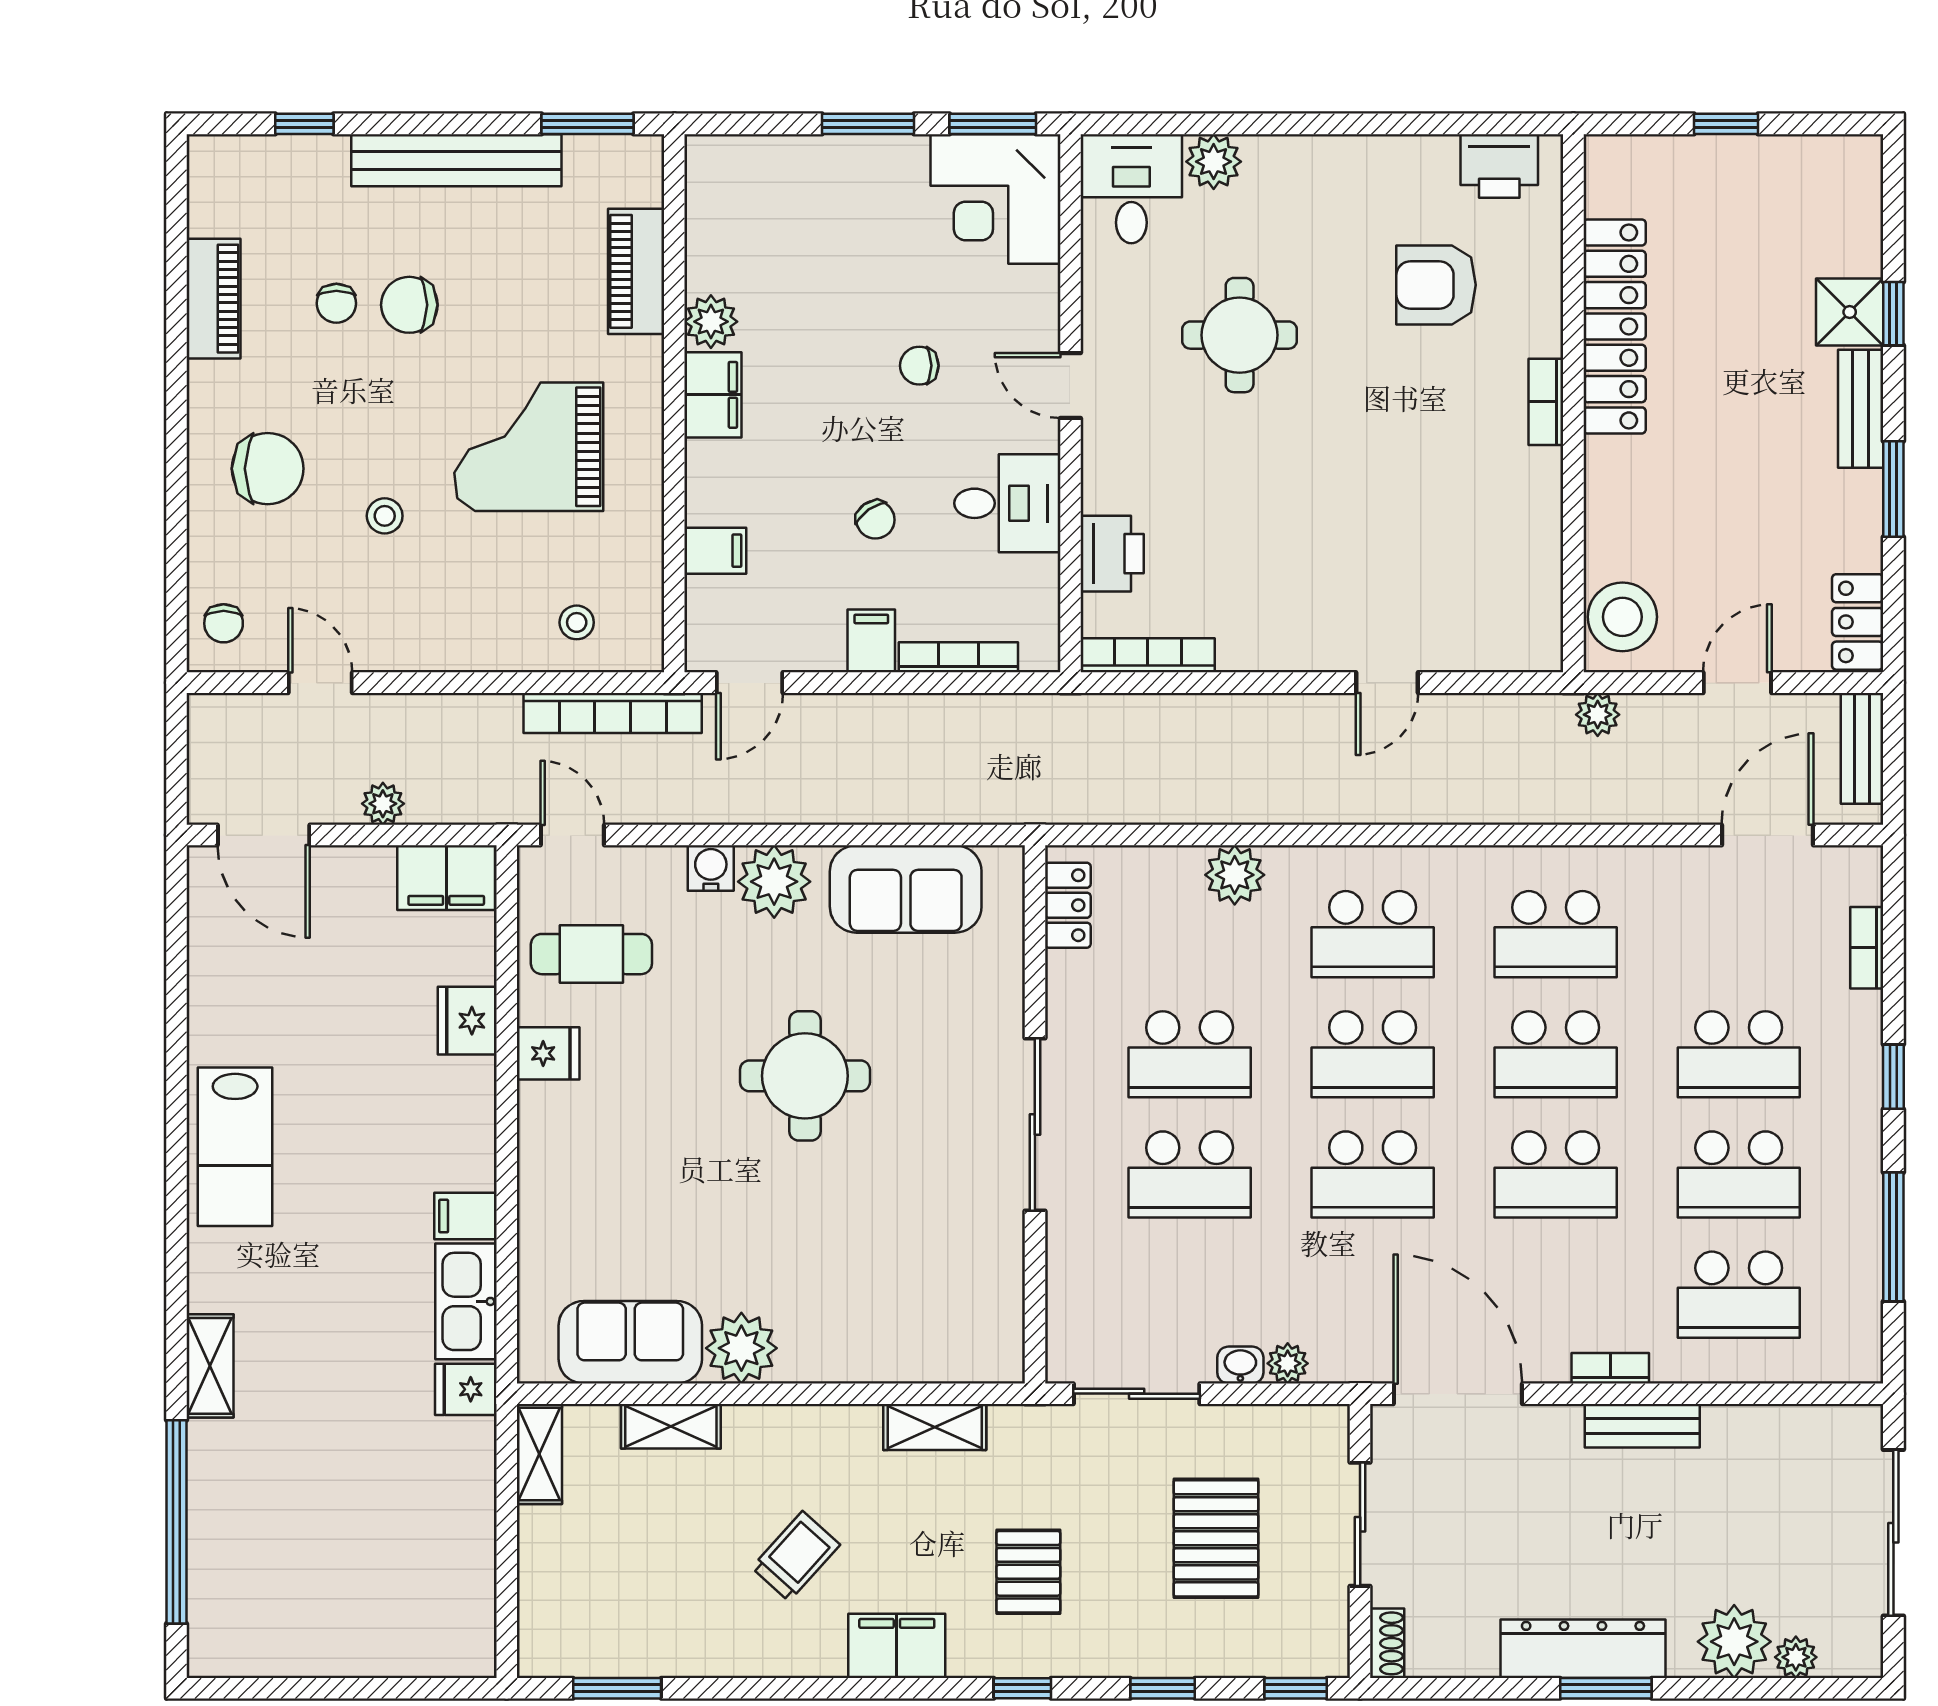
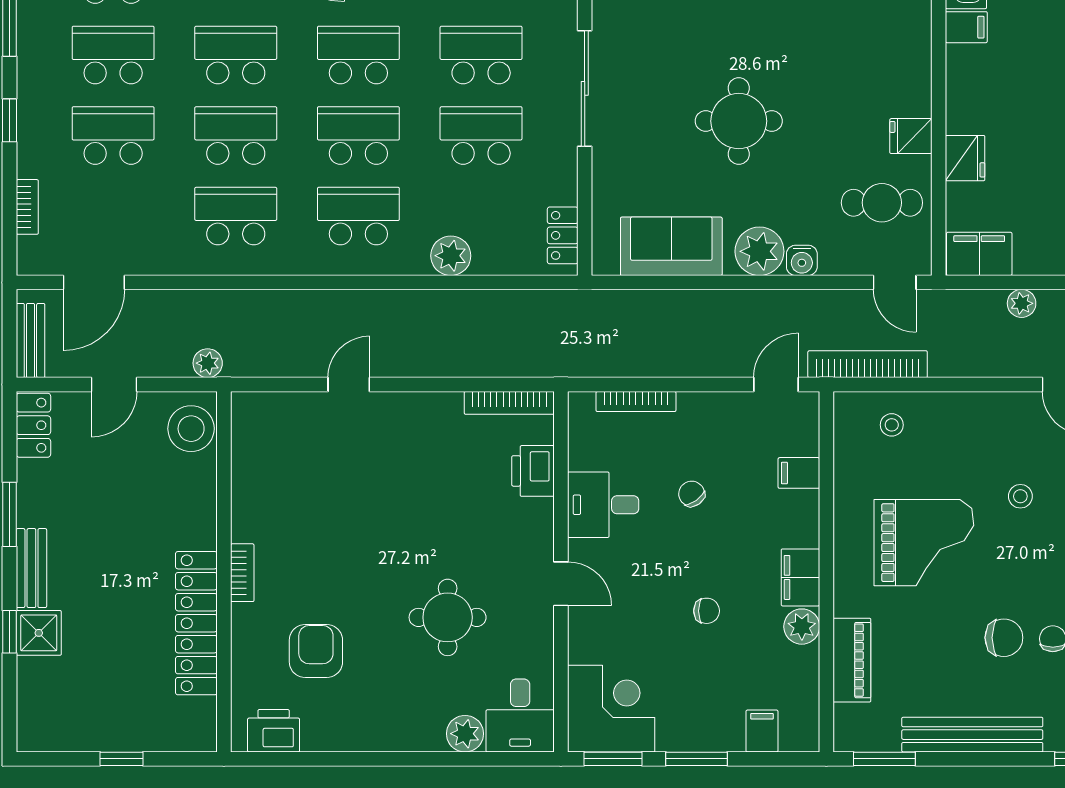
armchair: (1436, 285) -> (316, 651), turned -90
chair: (919, 366) -> (707, 611), moved
filing cabinet: (871, 641) -> (762, 731), moved, turned 180

